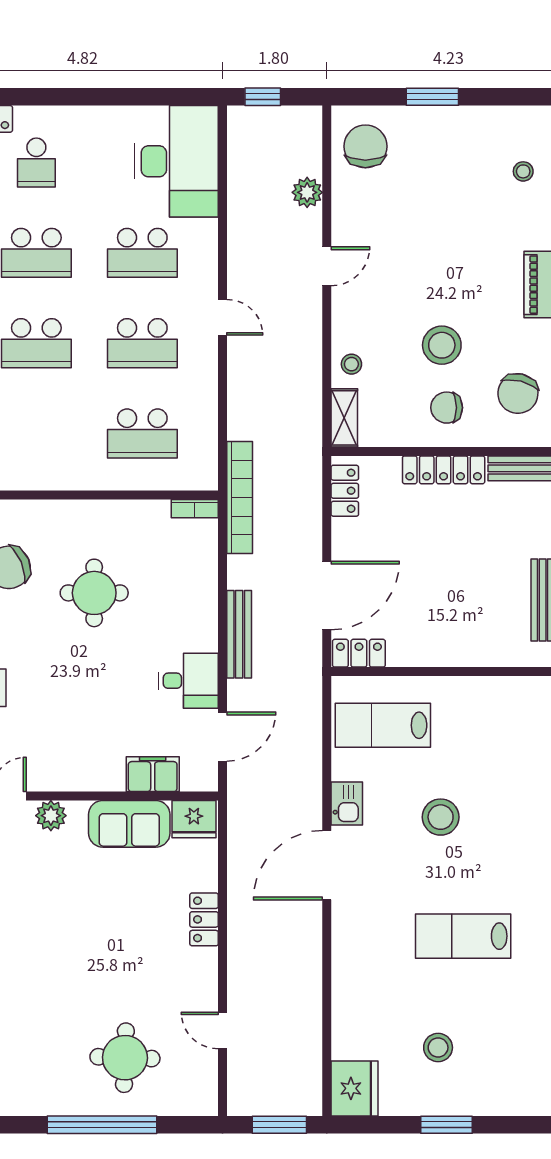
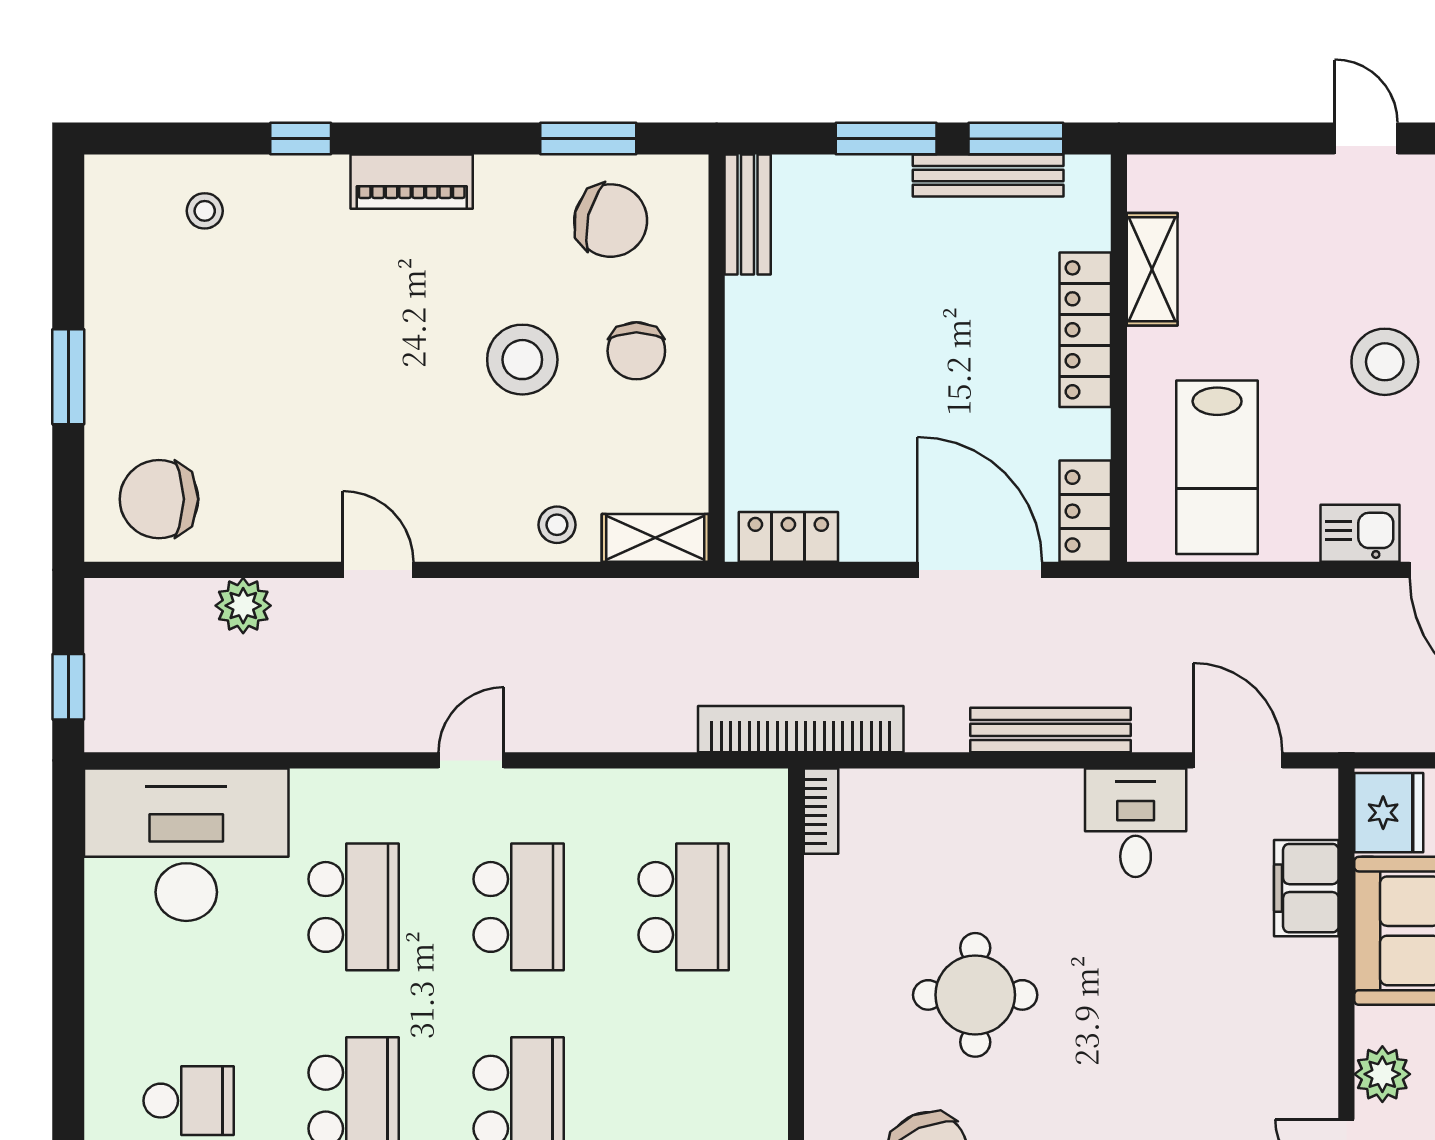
locker: (444, 470) -> (1085, 330), moved, turned 180
shelving: (491, 690) -> (1152, 269), added

